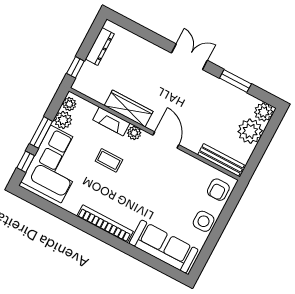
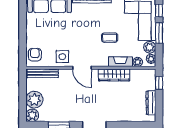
plant: (134, 133) -> (138, 62), moved
side table: (204, 221) -> (62, 57), moved

